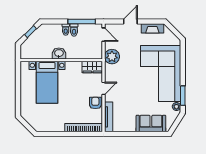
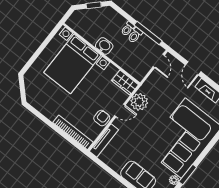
door: (130, 22) -> (193, 68), swing flipped
plant: (112, 57) -> (139, 102), moved
bed with nightstands: (47, 82) -> (72, 64), width x1.36

